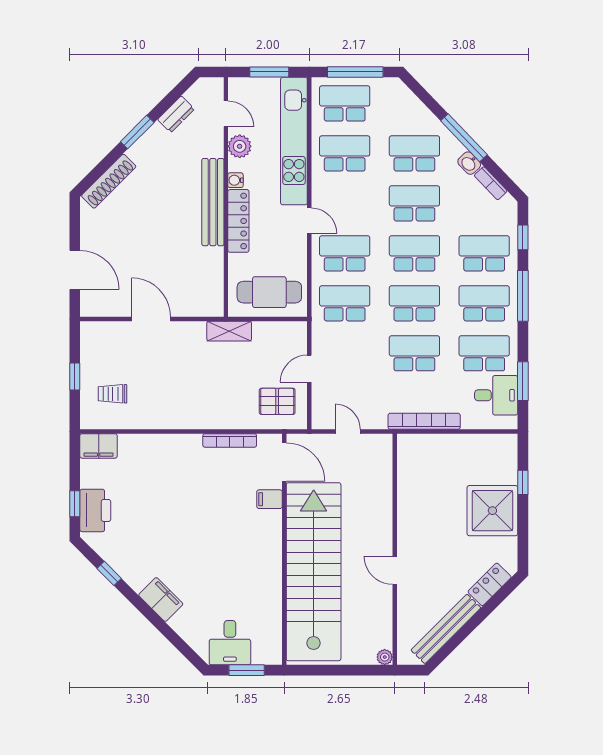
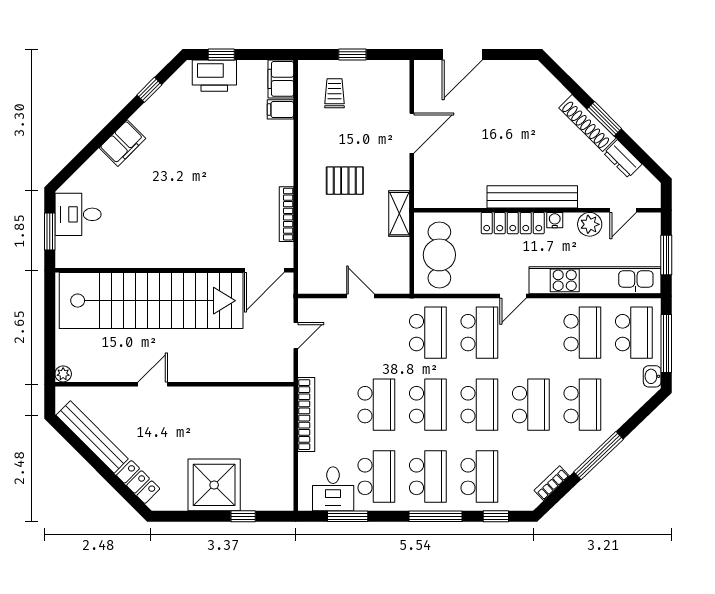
washbasin: (469, 163) -> (652, 376), moved, turned -46
shoe rack: (109, 181) -> (587, 123), moved
pallet: (277, 401) -> (345, 181), moved, turned 90
filing cabinet: (270, 499) -> (281, 109), moved, turned -90

